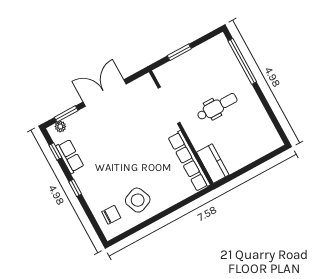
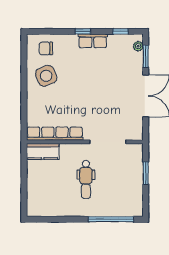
row of seats: (70, 156) -> (93, 41), moved
chair: (111, 215) -> (46, 48), turned 89

